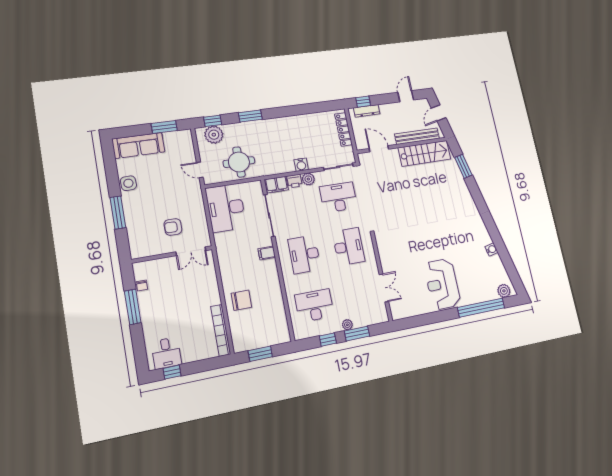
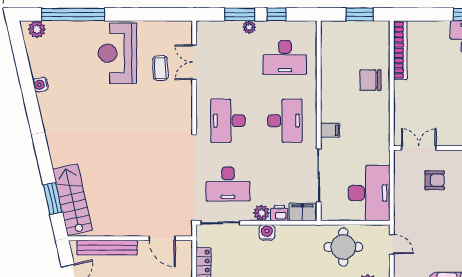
stairs: (424, 153) -> (73, 200), moved, turned 77
coffee table: (408, 278) -> (160, 68), added
reception desk: (442, 284) -> (117, 53), turned 180

